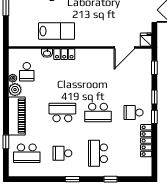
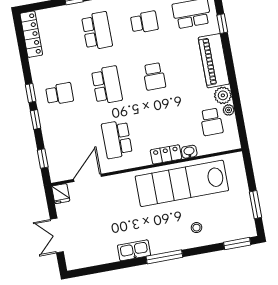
lab bench: (57, 31) -> (182, 183), width x1.86, depth x1.39
school desk: (27, 72) -> (212, 122), turned 180
school desk: (98, 72) -> (117, 139), added
school desk: (62, 113) -> (154, 76), width x0.54
school desk: (98, 113) -> (107, 85), turned 90
locker: (146, 141) -> (31, 34), moved

